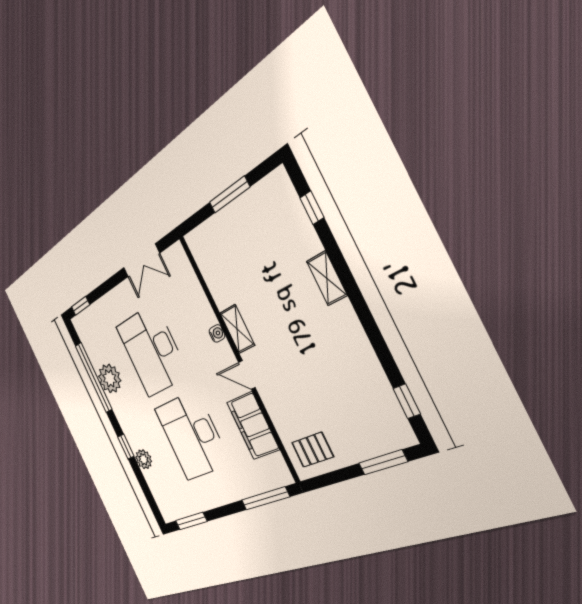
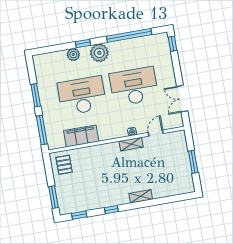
window: (312, 208) -> (111, 210), moved
door: (247, 375) -> (156, 133), moved
plant: (110, 378) -> (99, 53), moved
window: (191, 521) -> (36, 95), moved

